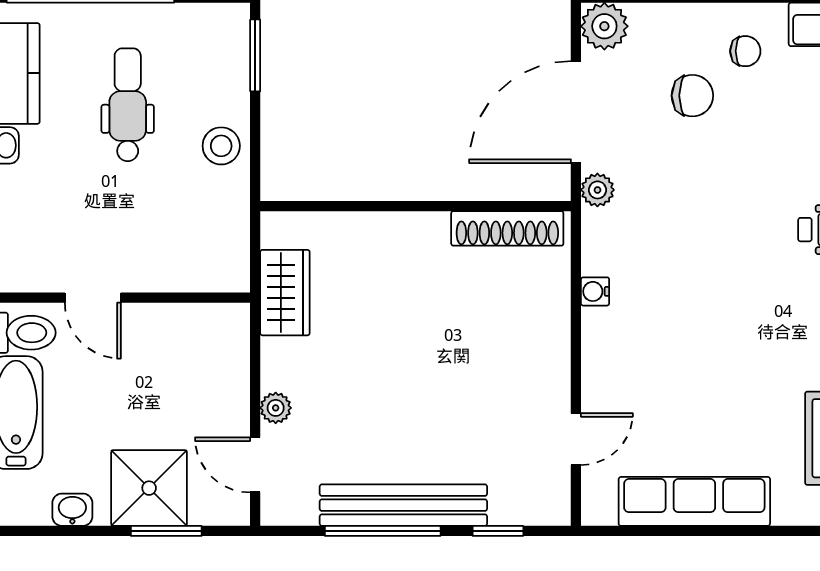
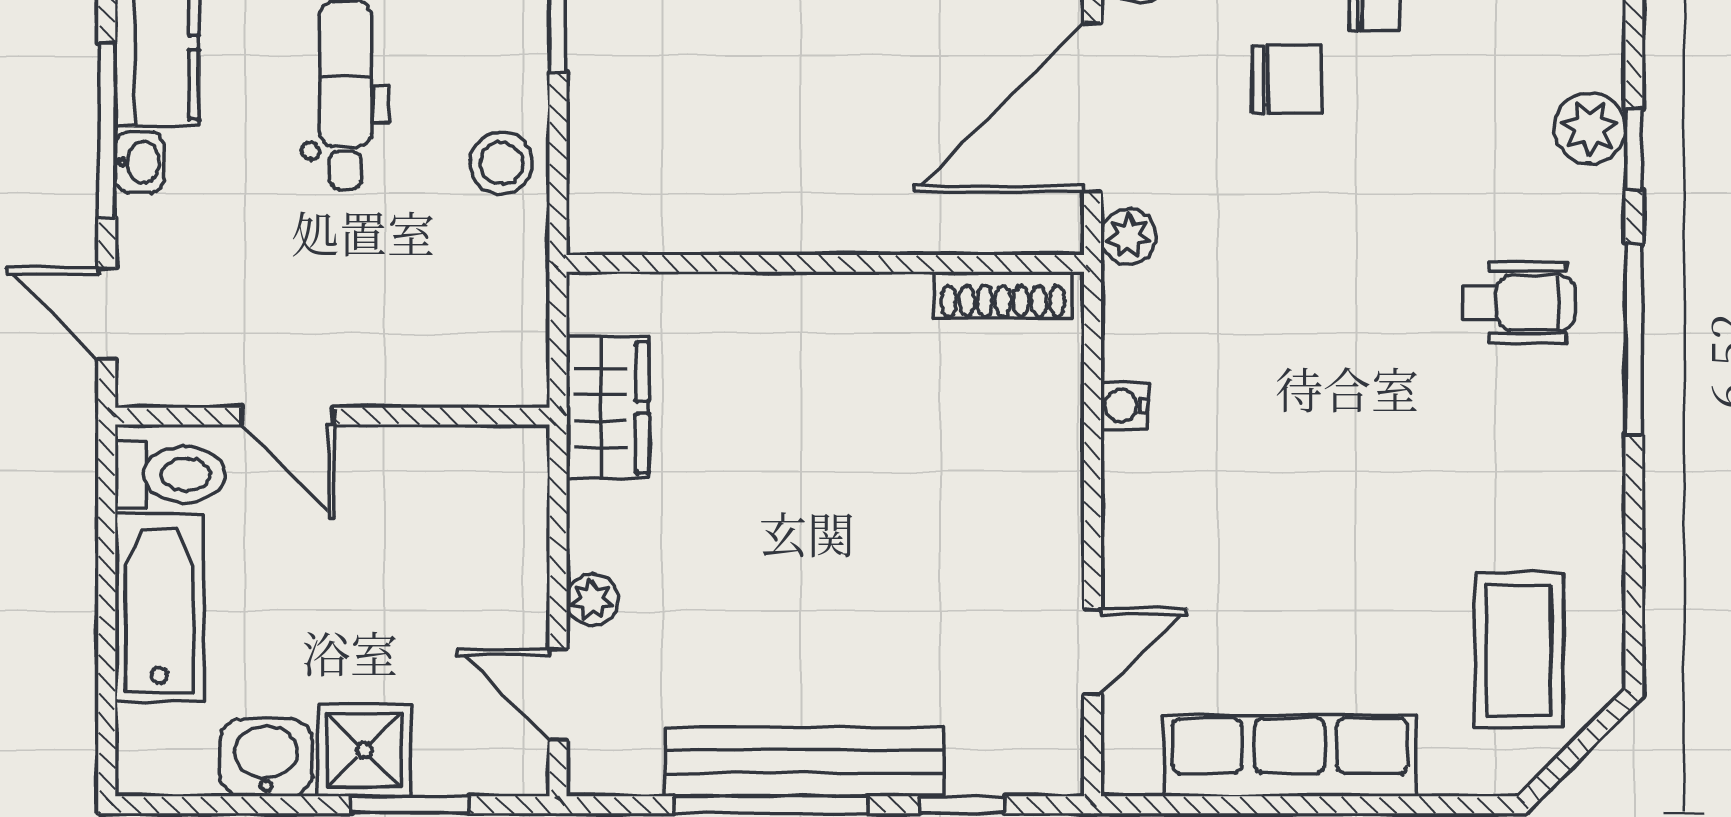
shoe rack: (507, 228) -> (1003, 295), width x0.74, depth x0.81
shower: (149, 488) -> (364, 750), width x0.73, depth x0.73
washbasin: (72, 510) -> (266, 757), width x1.38, depth x1.45

